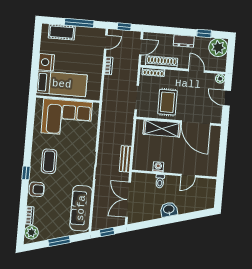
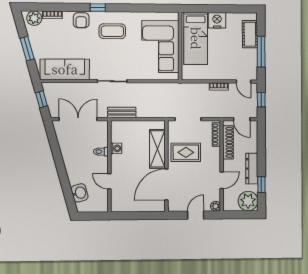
dresser: (184, 41) -> (252, 169), width x1.44
washbasin: (169, 209) -> (79, 193), moved

